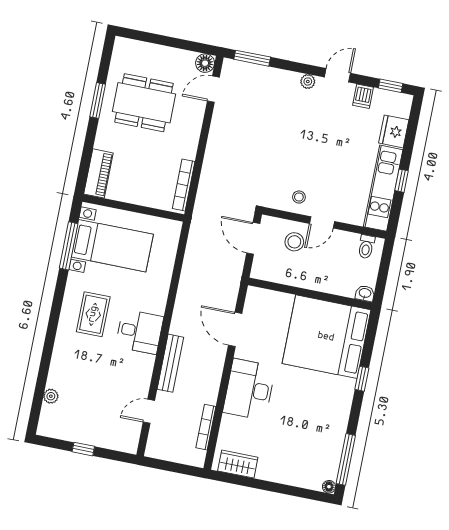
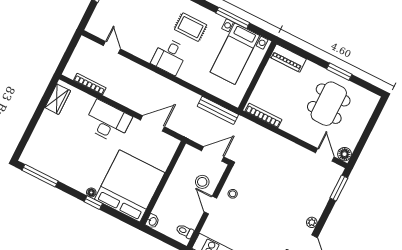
window: (69, 246) -> (233, 18), moved
bench: (170, 363) -> (218, 110), moved
floor lamp: (329, 487) -> (91, 192), moved

